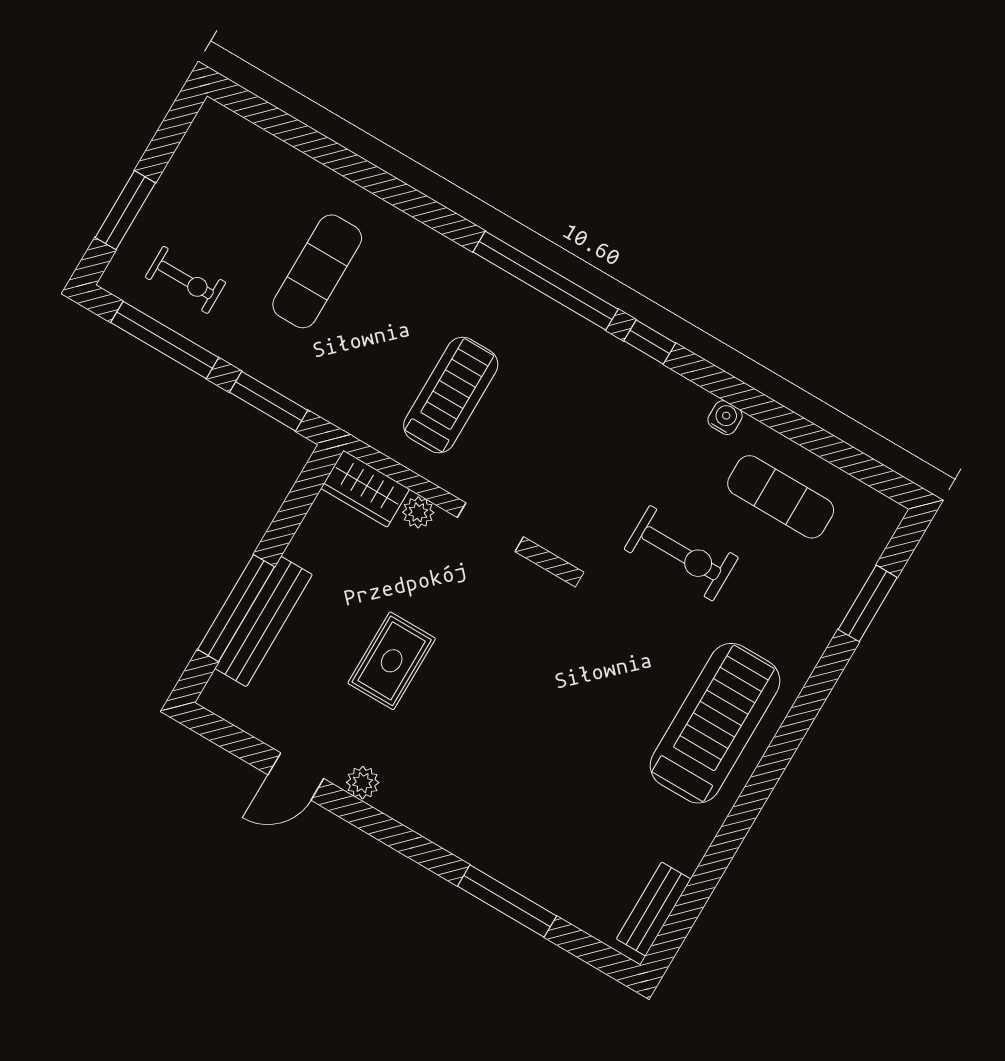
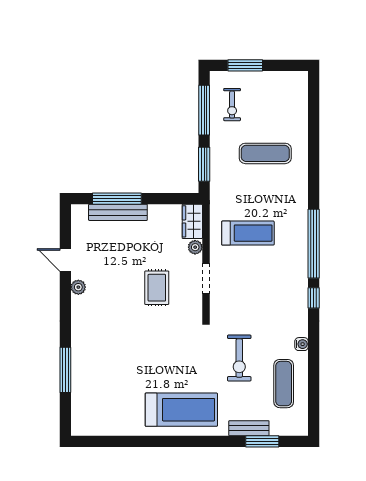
rug: (392, 661) -> (157, 288), moved, turned 90
bench: (654, 909) -> (249, 428), moved

